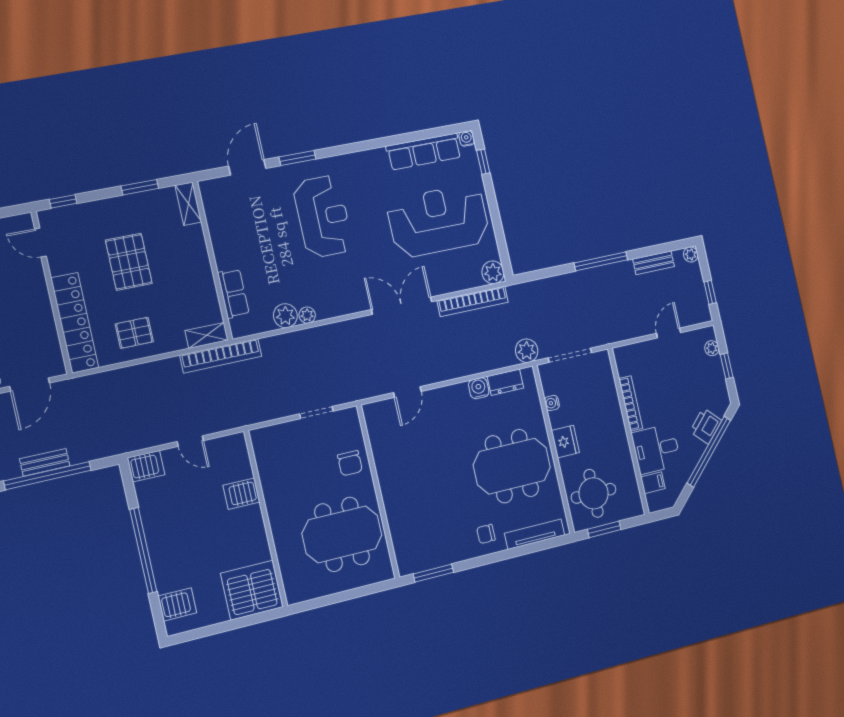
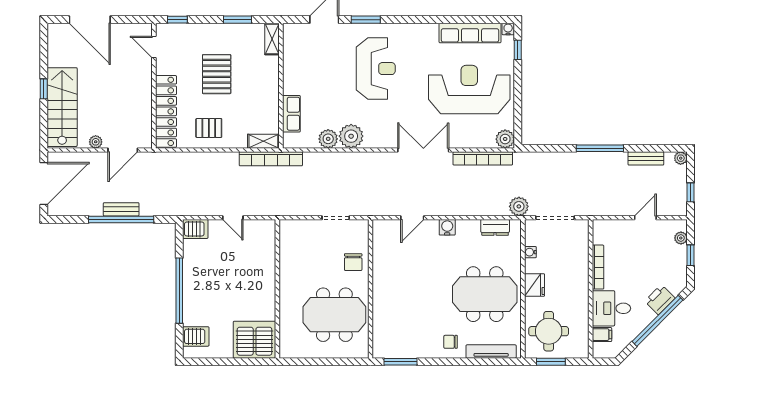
plant: (307, 315) -> (351, 136), width x1.87, depth x1.87
water cooler: (479, 388) -> (447, 227), moved
server rack: (241, 494) -> (263, 266), removed

